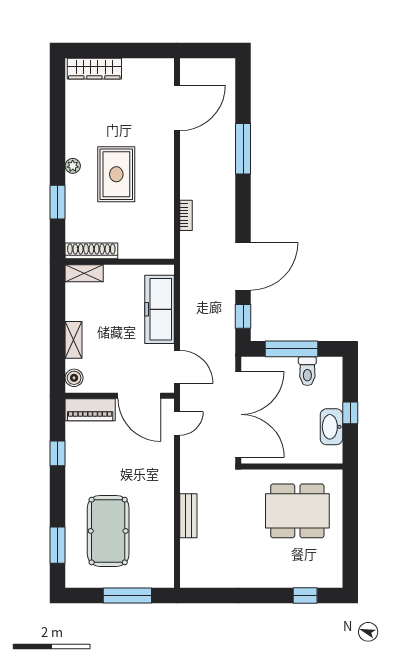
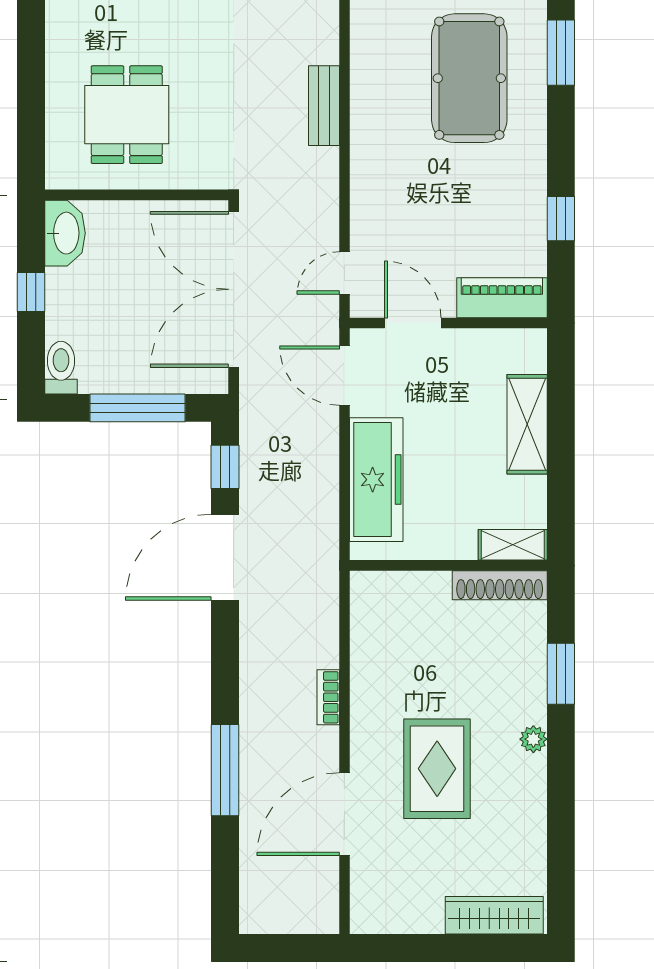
door: (177, 108) -> (344, 814), moved
rug: (116, 174) -> (437, 769), moved
bookcase: (186, 215) -> (328, 697), moved
shelving: (73, 340) -> (527, 424), width x1.50, depth x1.33
toilet: (307, 371) -> (61, 368), moved
boiler: (74, 378) -> (531, 355), removed
door: (139, 396) -> (413, 323), width x0.73
washbasin: (331, 427) -> (65, 233), moved
dining table: (297, 511) -> (127, 115), width x0.73

